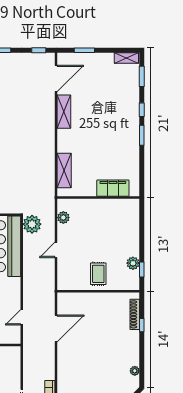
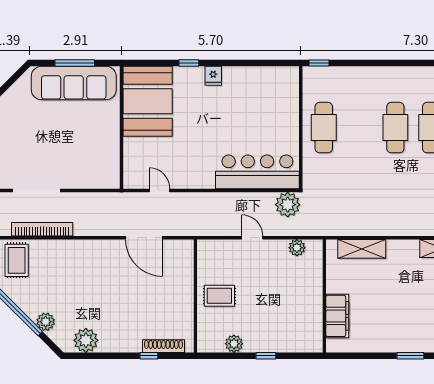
window: (142, 270) -> (266, 356), moved
plant: (135, 371) -> (86, 340), width x1.87, depth x1.87

